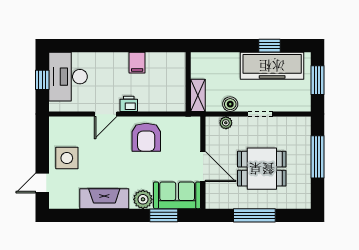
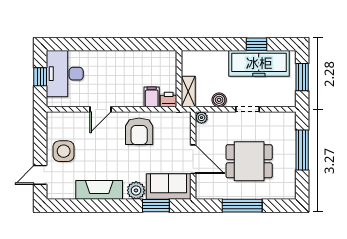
filing cabinet: (137, 63) -> (152, 97), moved, turned 180
printer: (129, 104) -> (169, 100), moved
plant: (226, 123) -> (201, 118), moved

